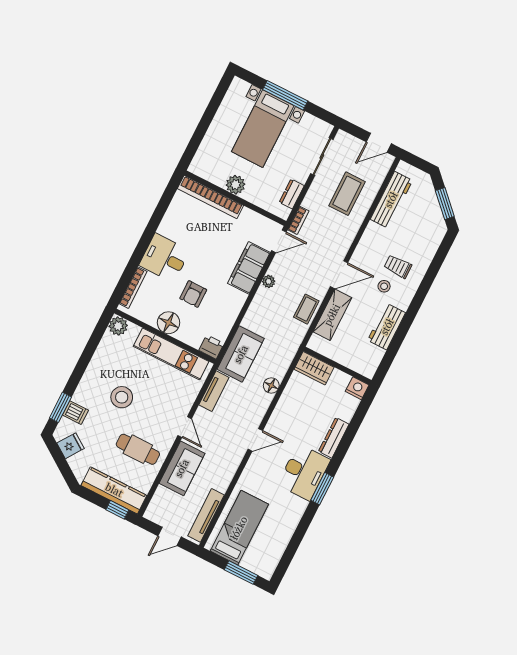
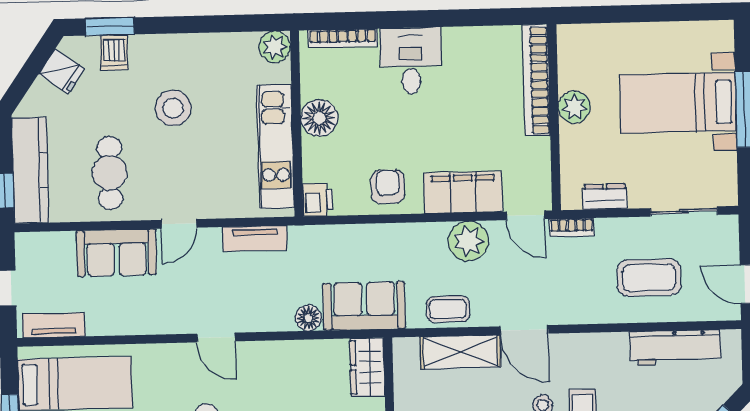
plant: (269, 281) -> (468, 241), width x1.87, depth x1.87
armchair: (193, 294) -> (388, 187), moved, turned 90
sofa: (241, 354) -> (364, 306), moved, turned 180
tv unit: (206, 515) -> (54, 325), width x0.71

